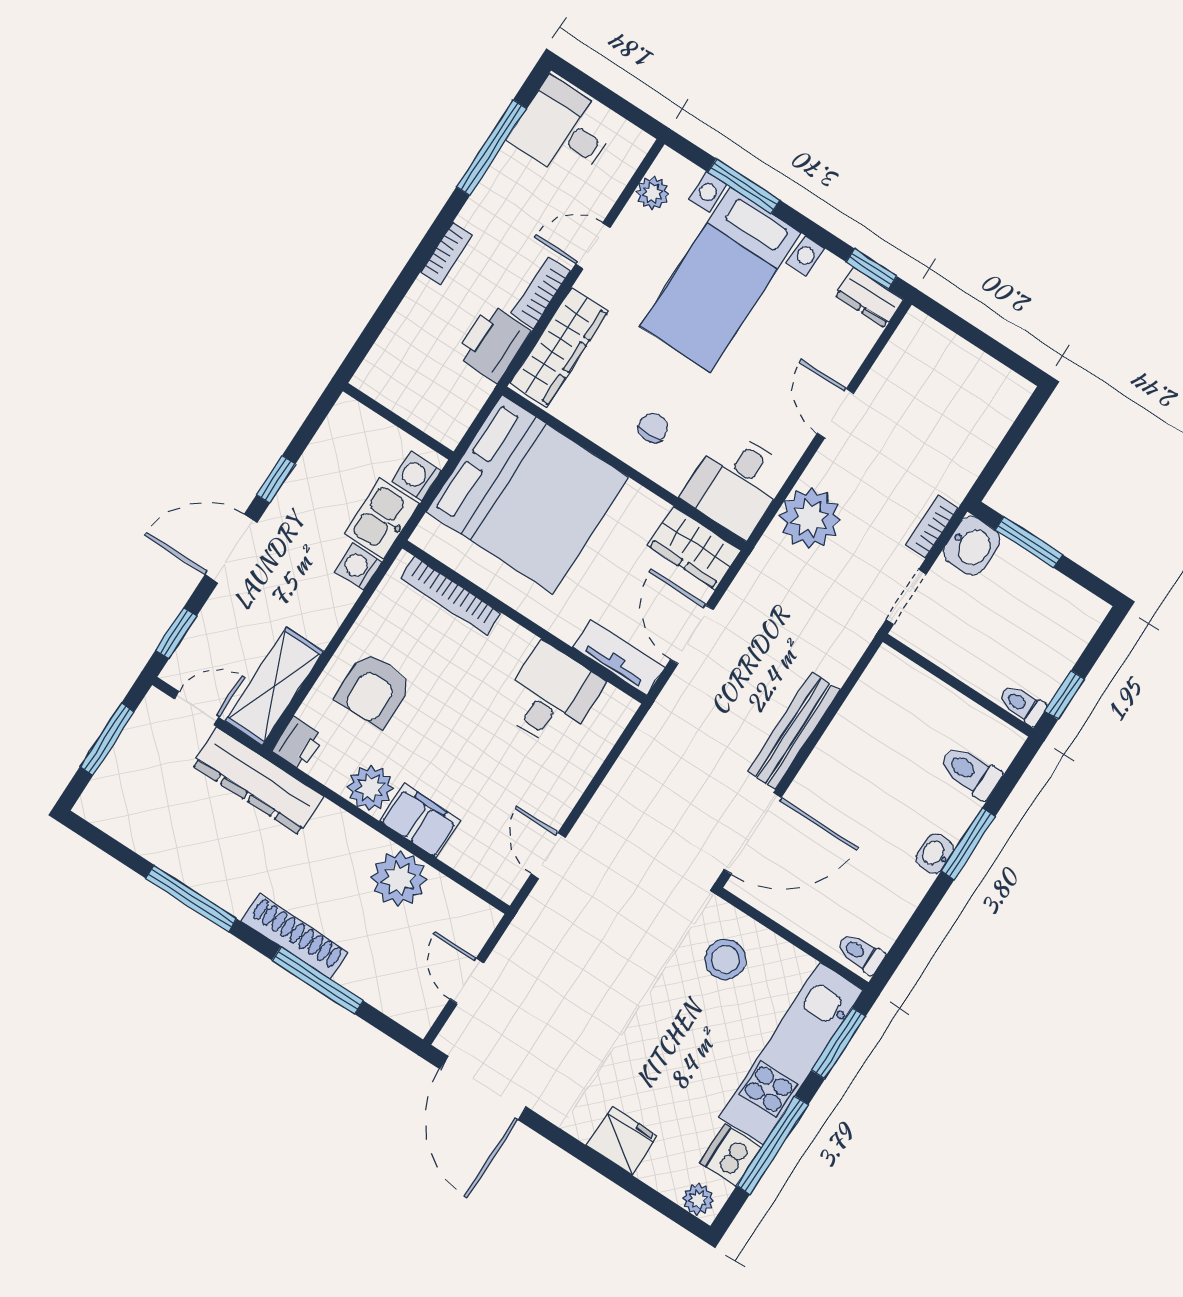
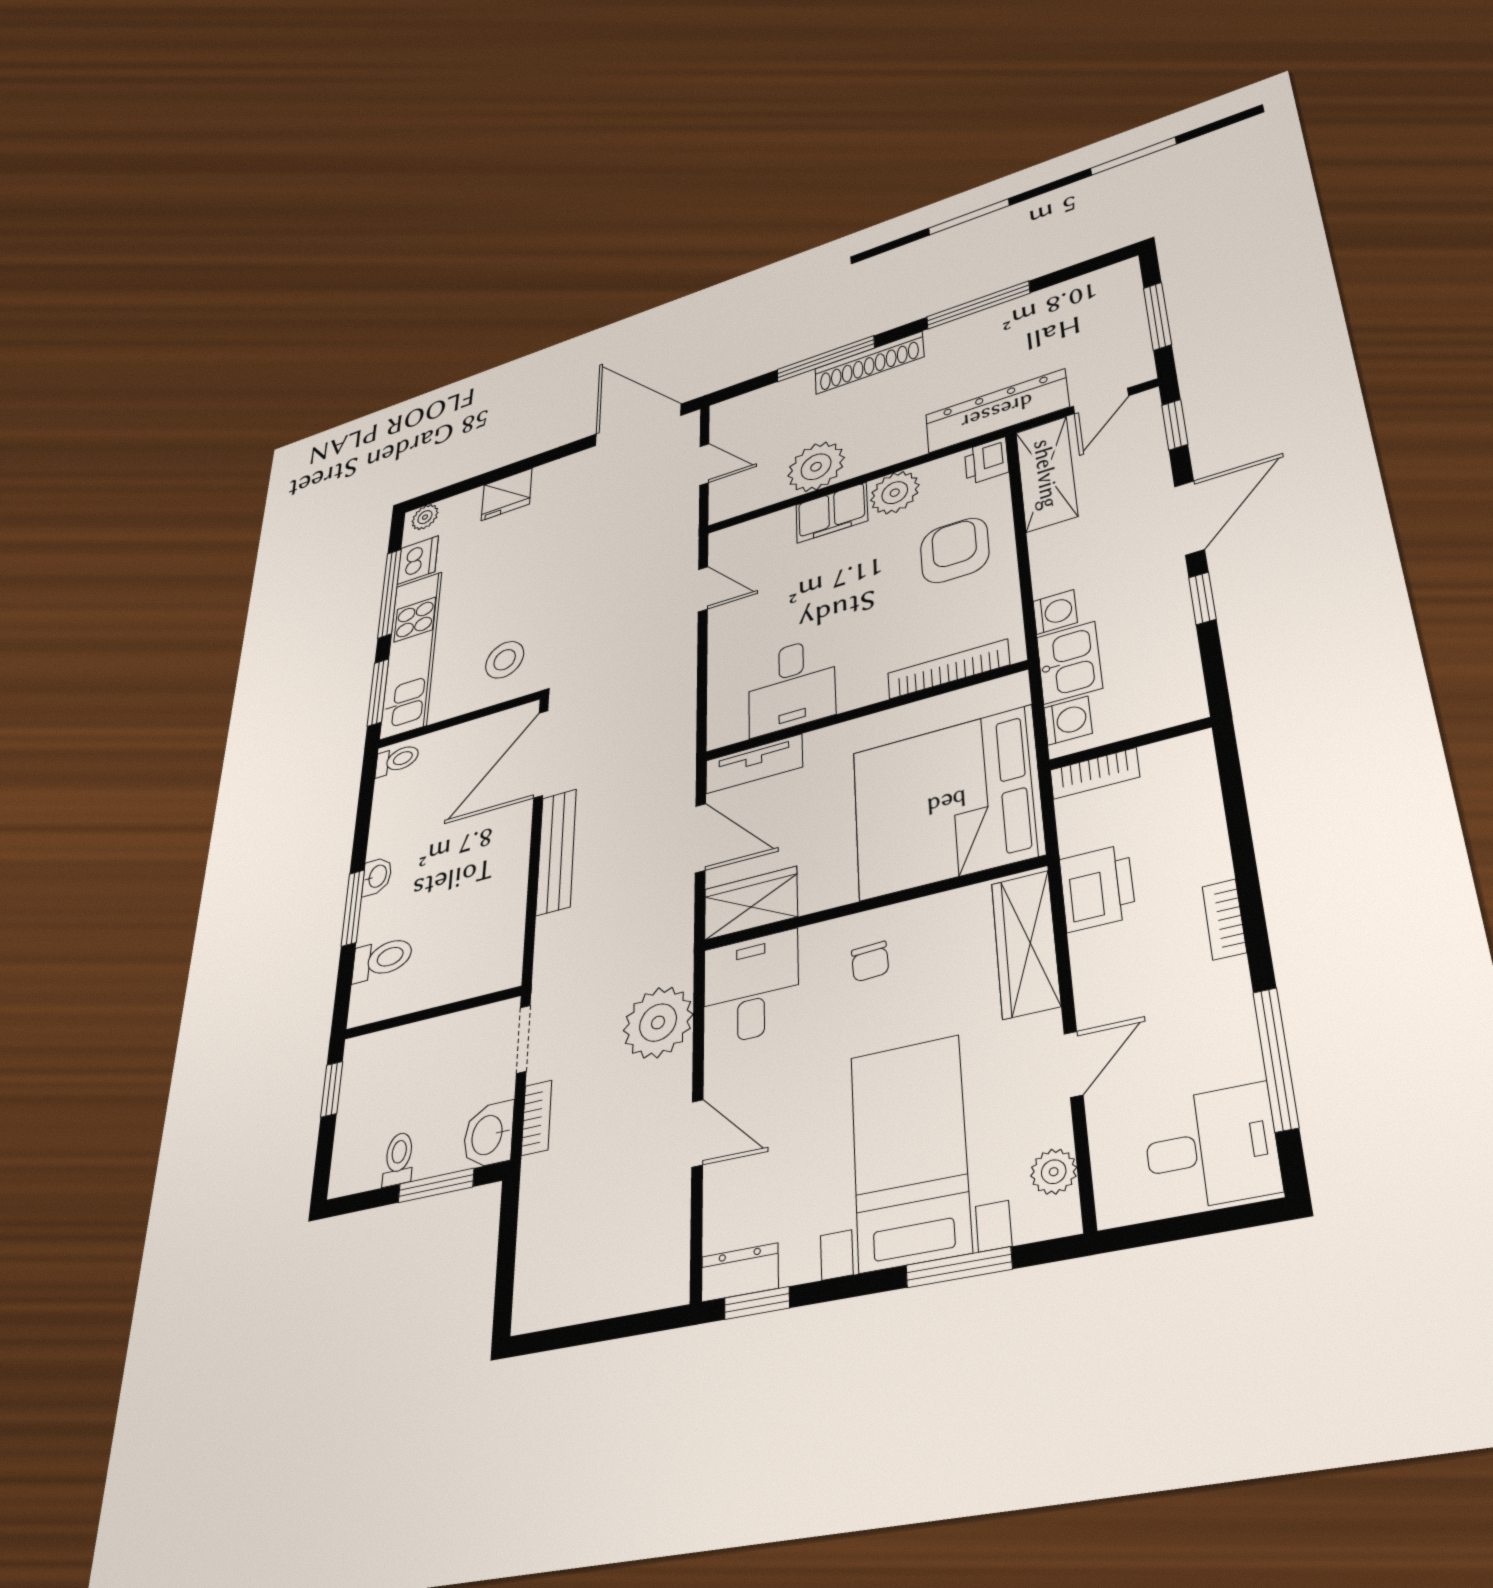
bookcase: (541, 293) -> (1095, 773), moved, turned 90
toilet: (1022, 705) -> (399, 1159), moved, turned -90

